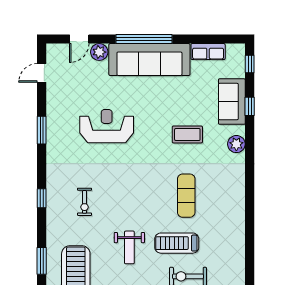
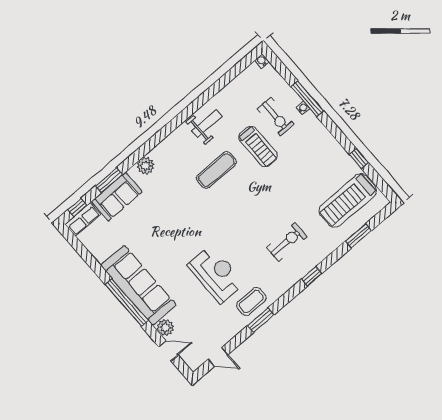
row of seats: (208, 52) -> (83, 219), moved, turned 90
window: (250, 106) -> (109, 180), width x1.50
reception desk: (107, 126) -> (216, 274), turned 180
coffee table: (187, 134) -> (251, 301), moved, turned 90
exercise bike: (85, 202) -> (287, 242), width x1.38, depth x1.39
weight bench: (129, 247) -> (207, 124), moved

